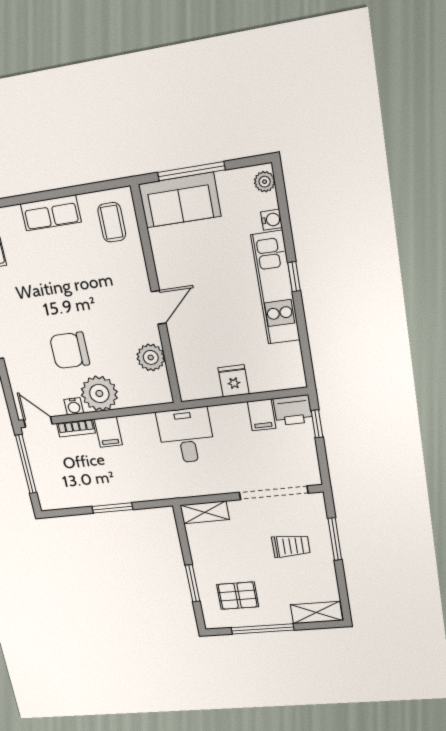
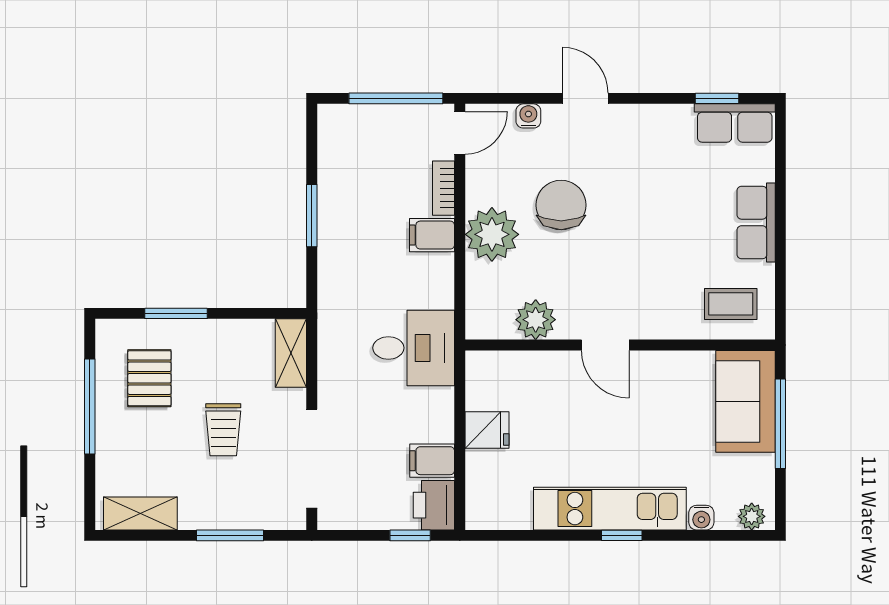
water cooler: (74, 406) -> (528, 116), moved, turned 90
trolley: (291, 546) -> (223, 430), moved
shelving: (317, 613) -> (140, 514), moved, turned 90

